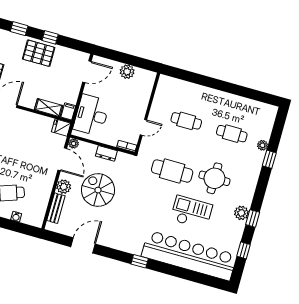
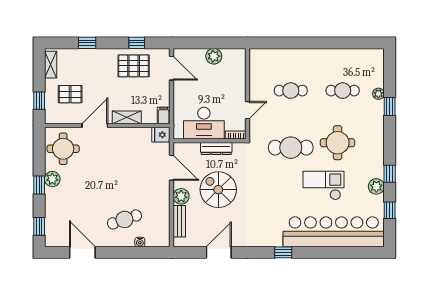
window: (50, 37) -> (137, 43), moved
pallet: (39, 53) -> (134, 66), moved
door: (87, 72) -> (172, 68), hinge flipped
shelving: (49, 108) -> (127, 117), moved
desk: (91, 115) -> (204, 123), moved, turned -90
plant: (74, 143) -> (179, 148), removed
dresser: (106, 153) -> (216, 148), width x1.44
plant: (241, 213) -> (376, 186), moved

